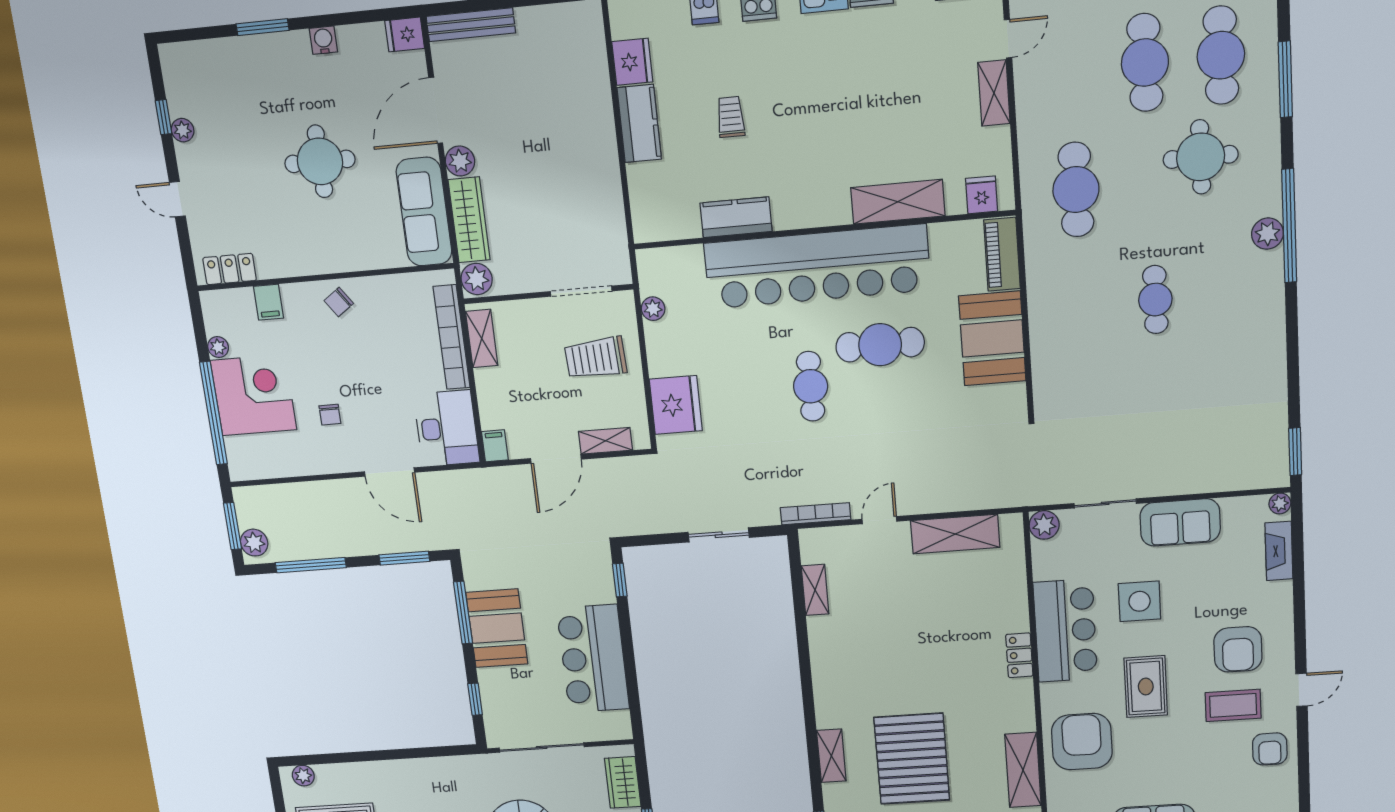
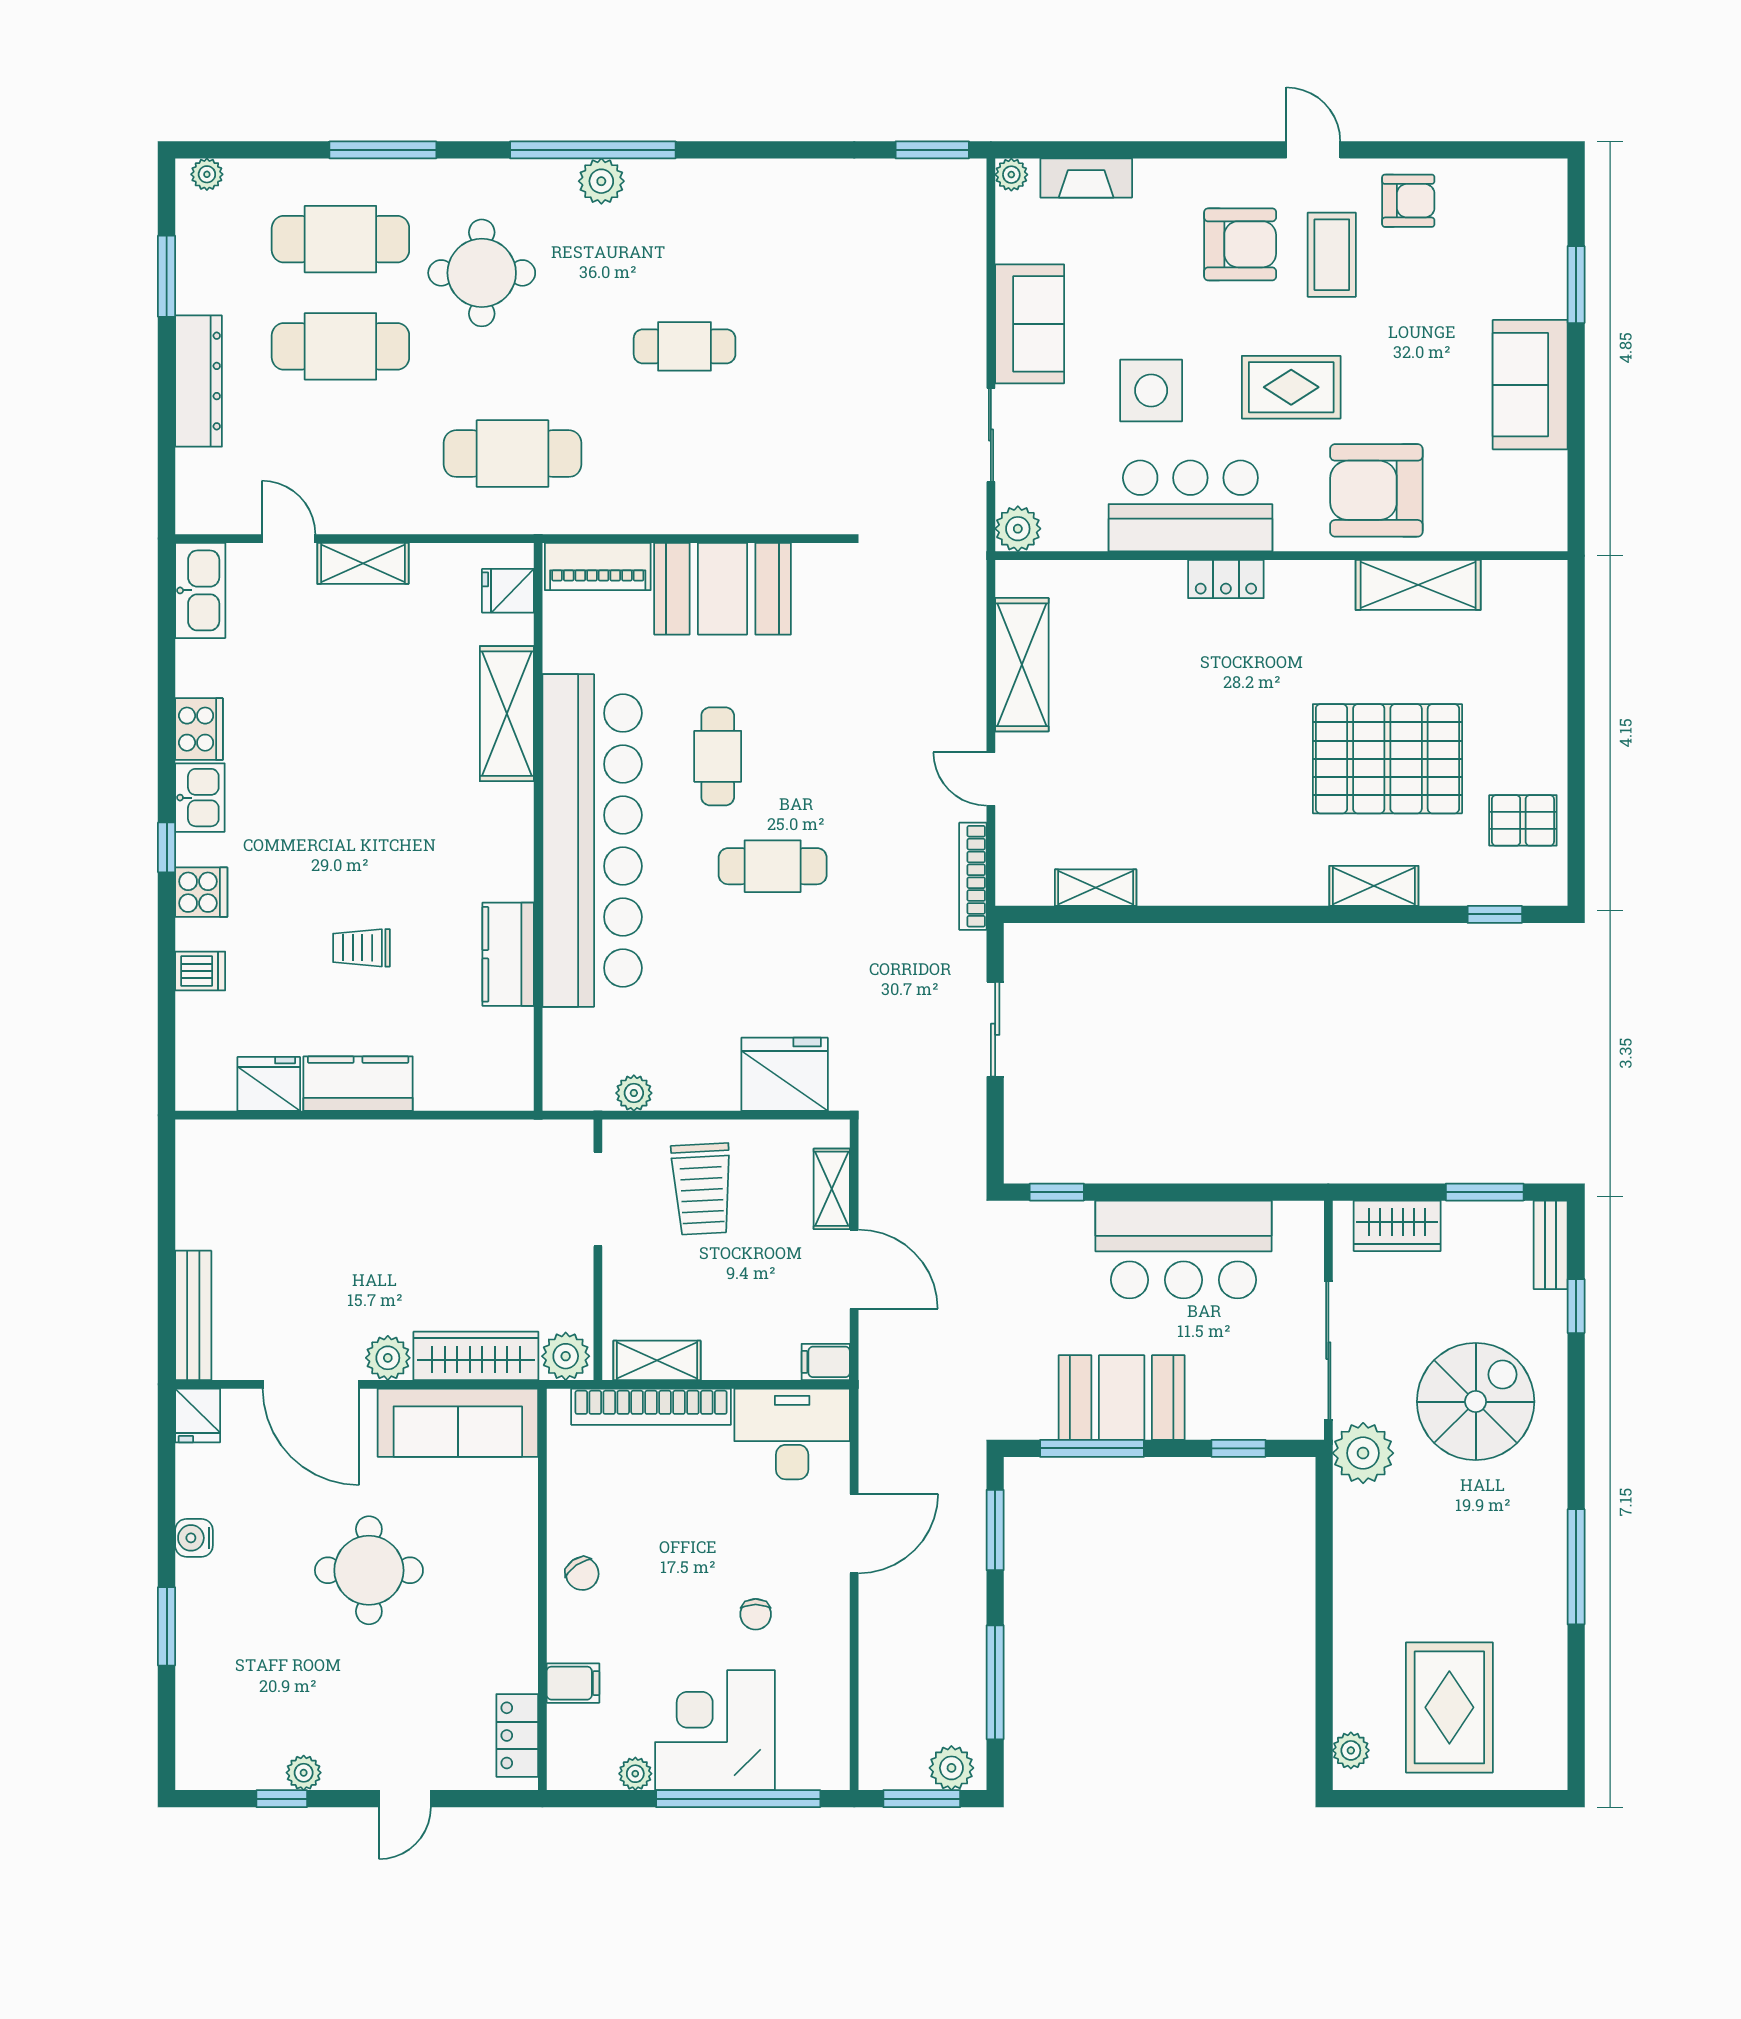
cafe table: (880, 345) -> (718, 756), width x0.73, depth x0.74
chair: (330, 415) -> (756, 1614), turned 90
plant: (482, 771) -> (1363, 1453), added

